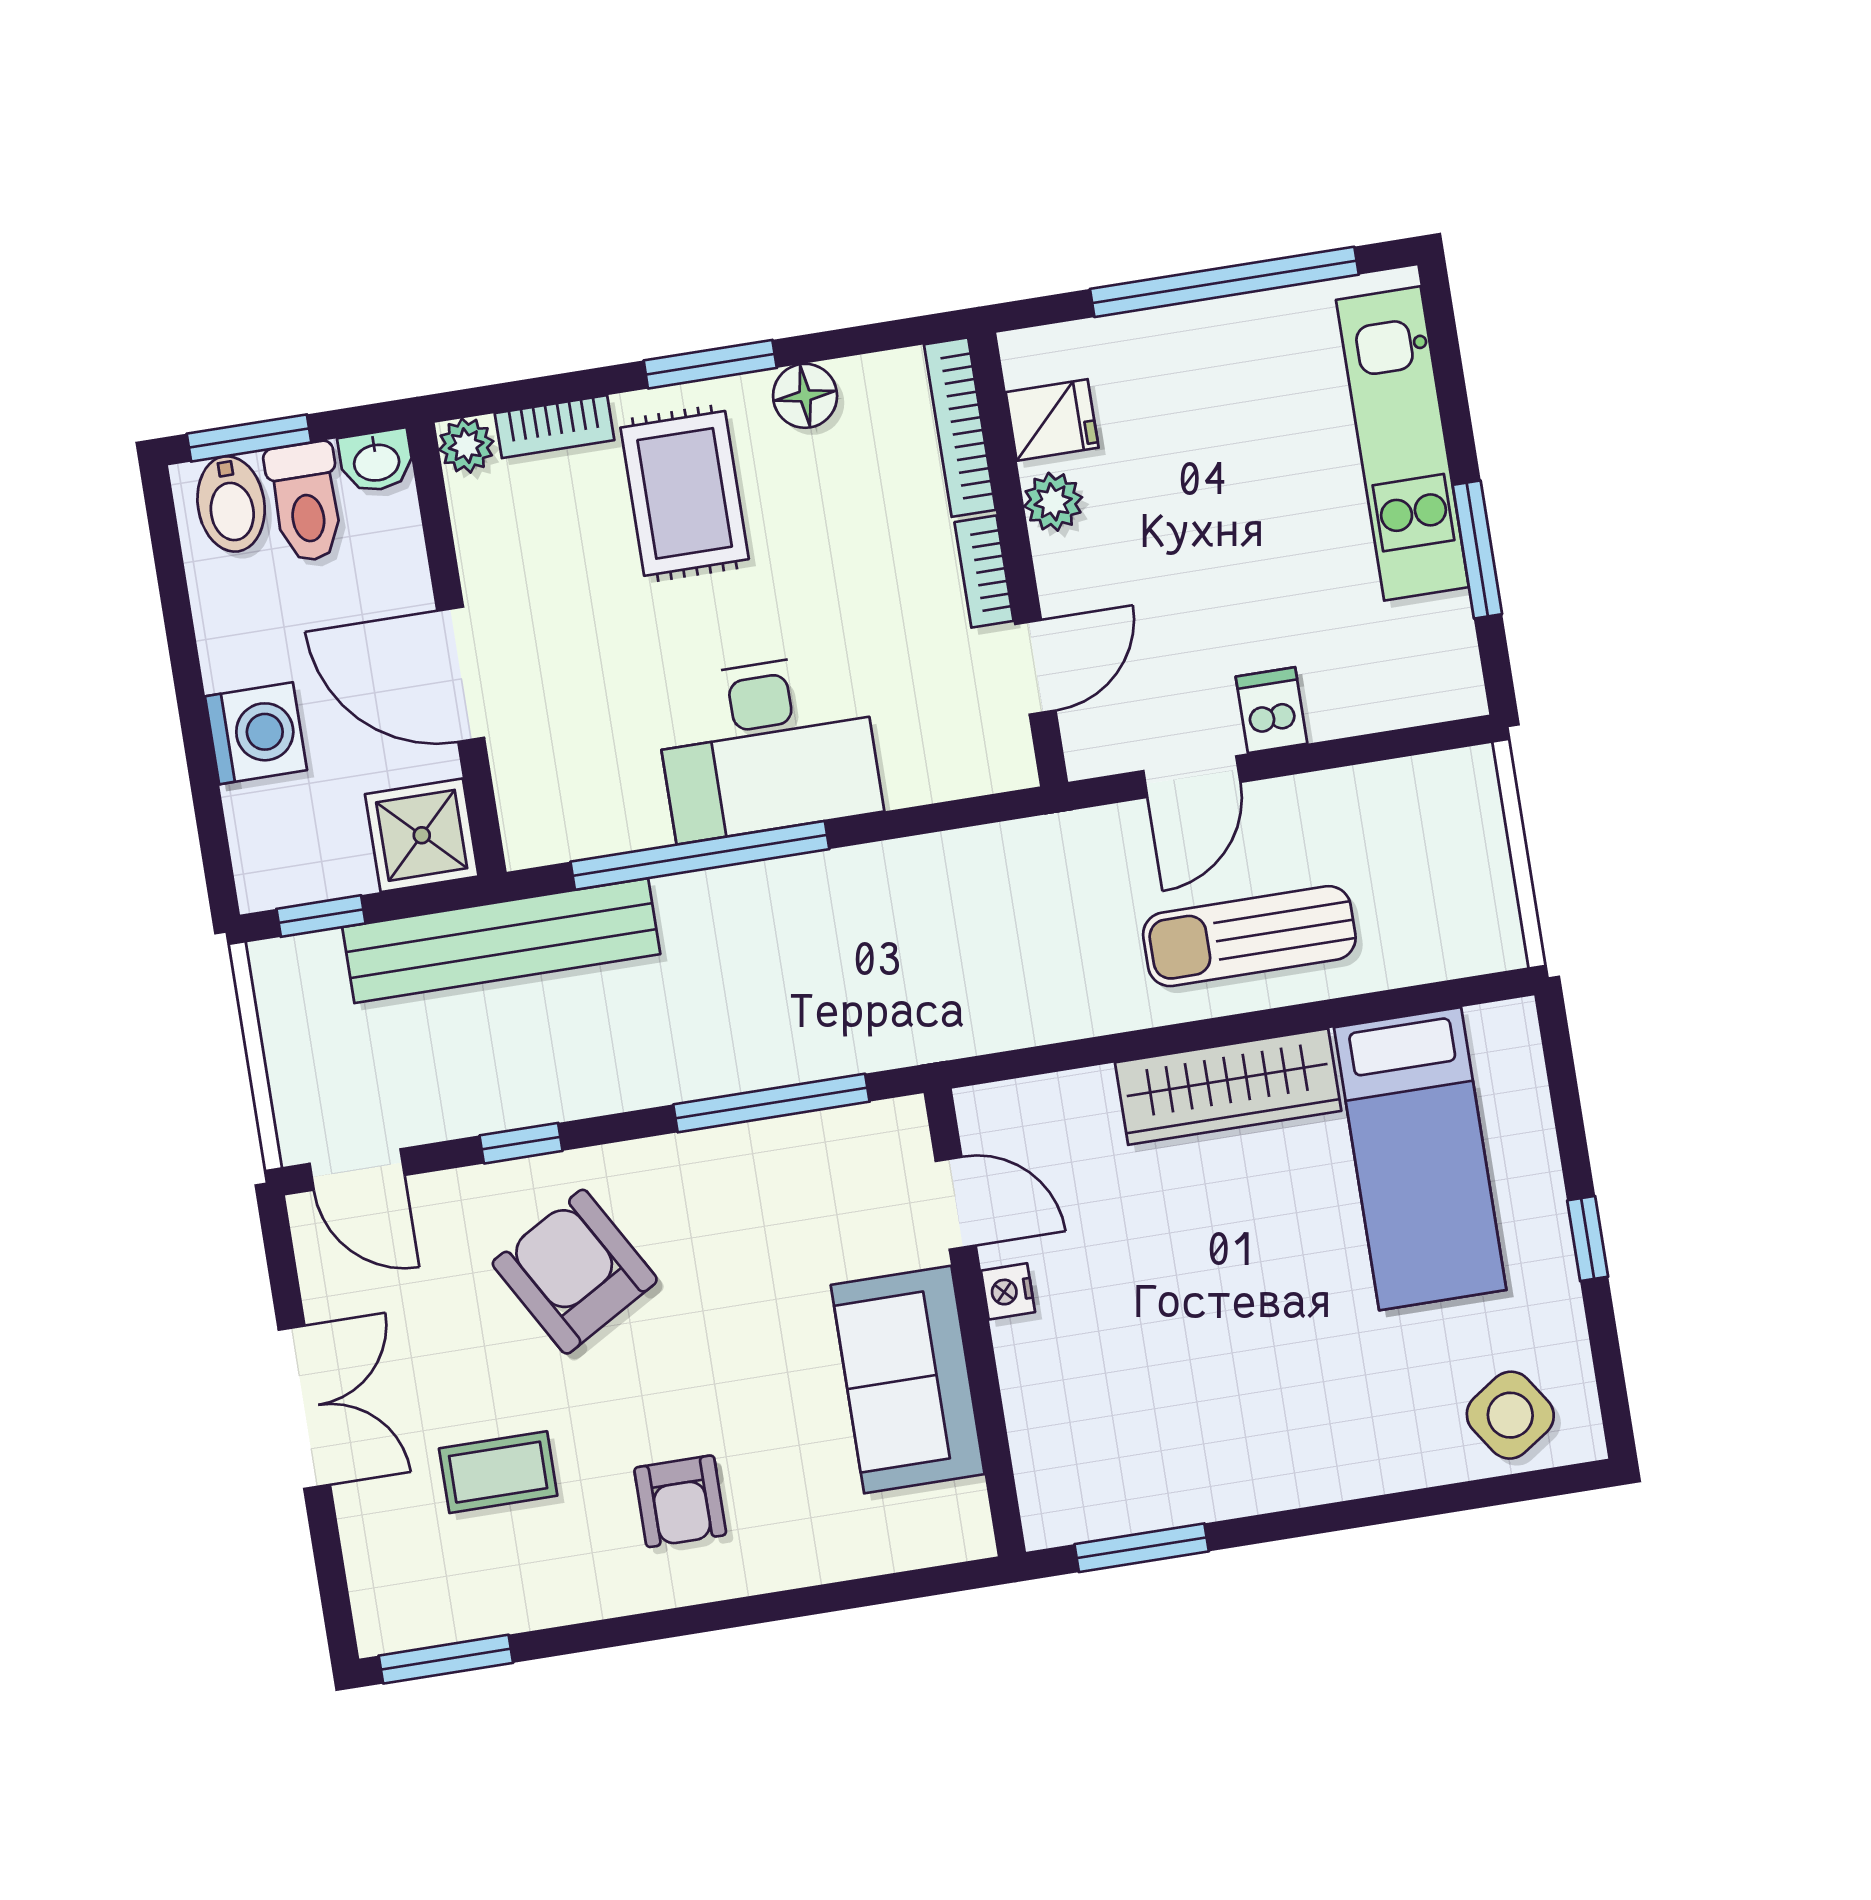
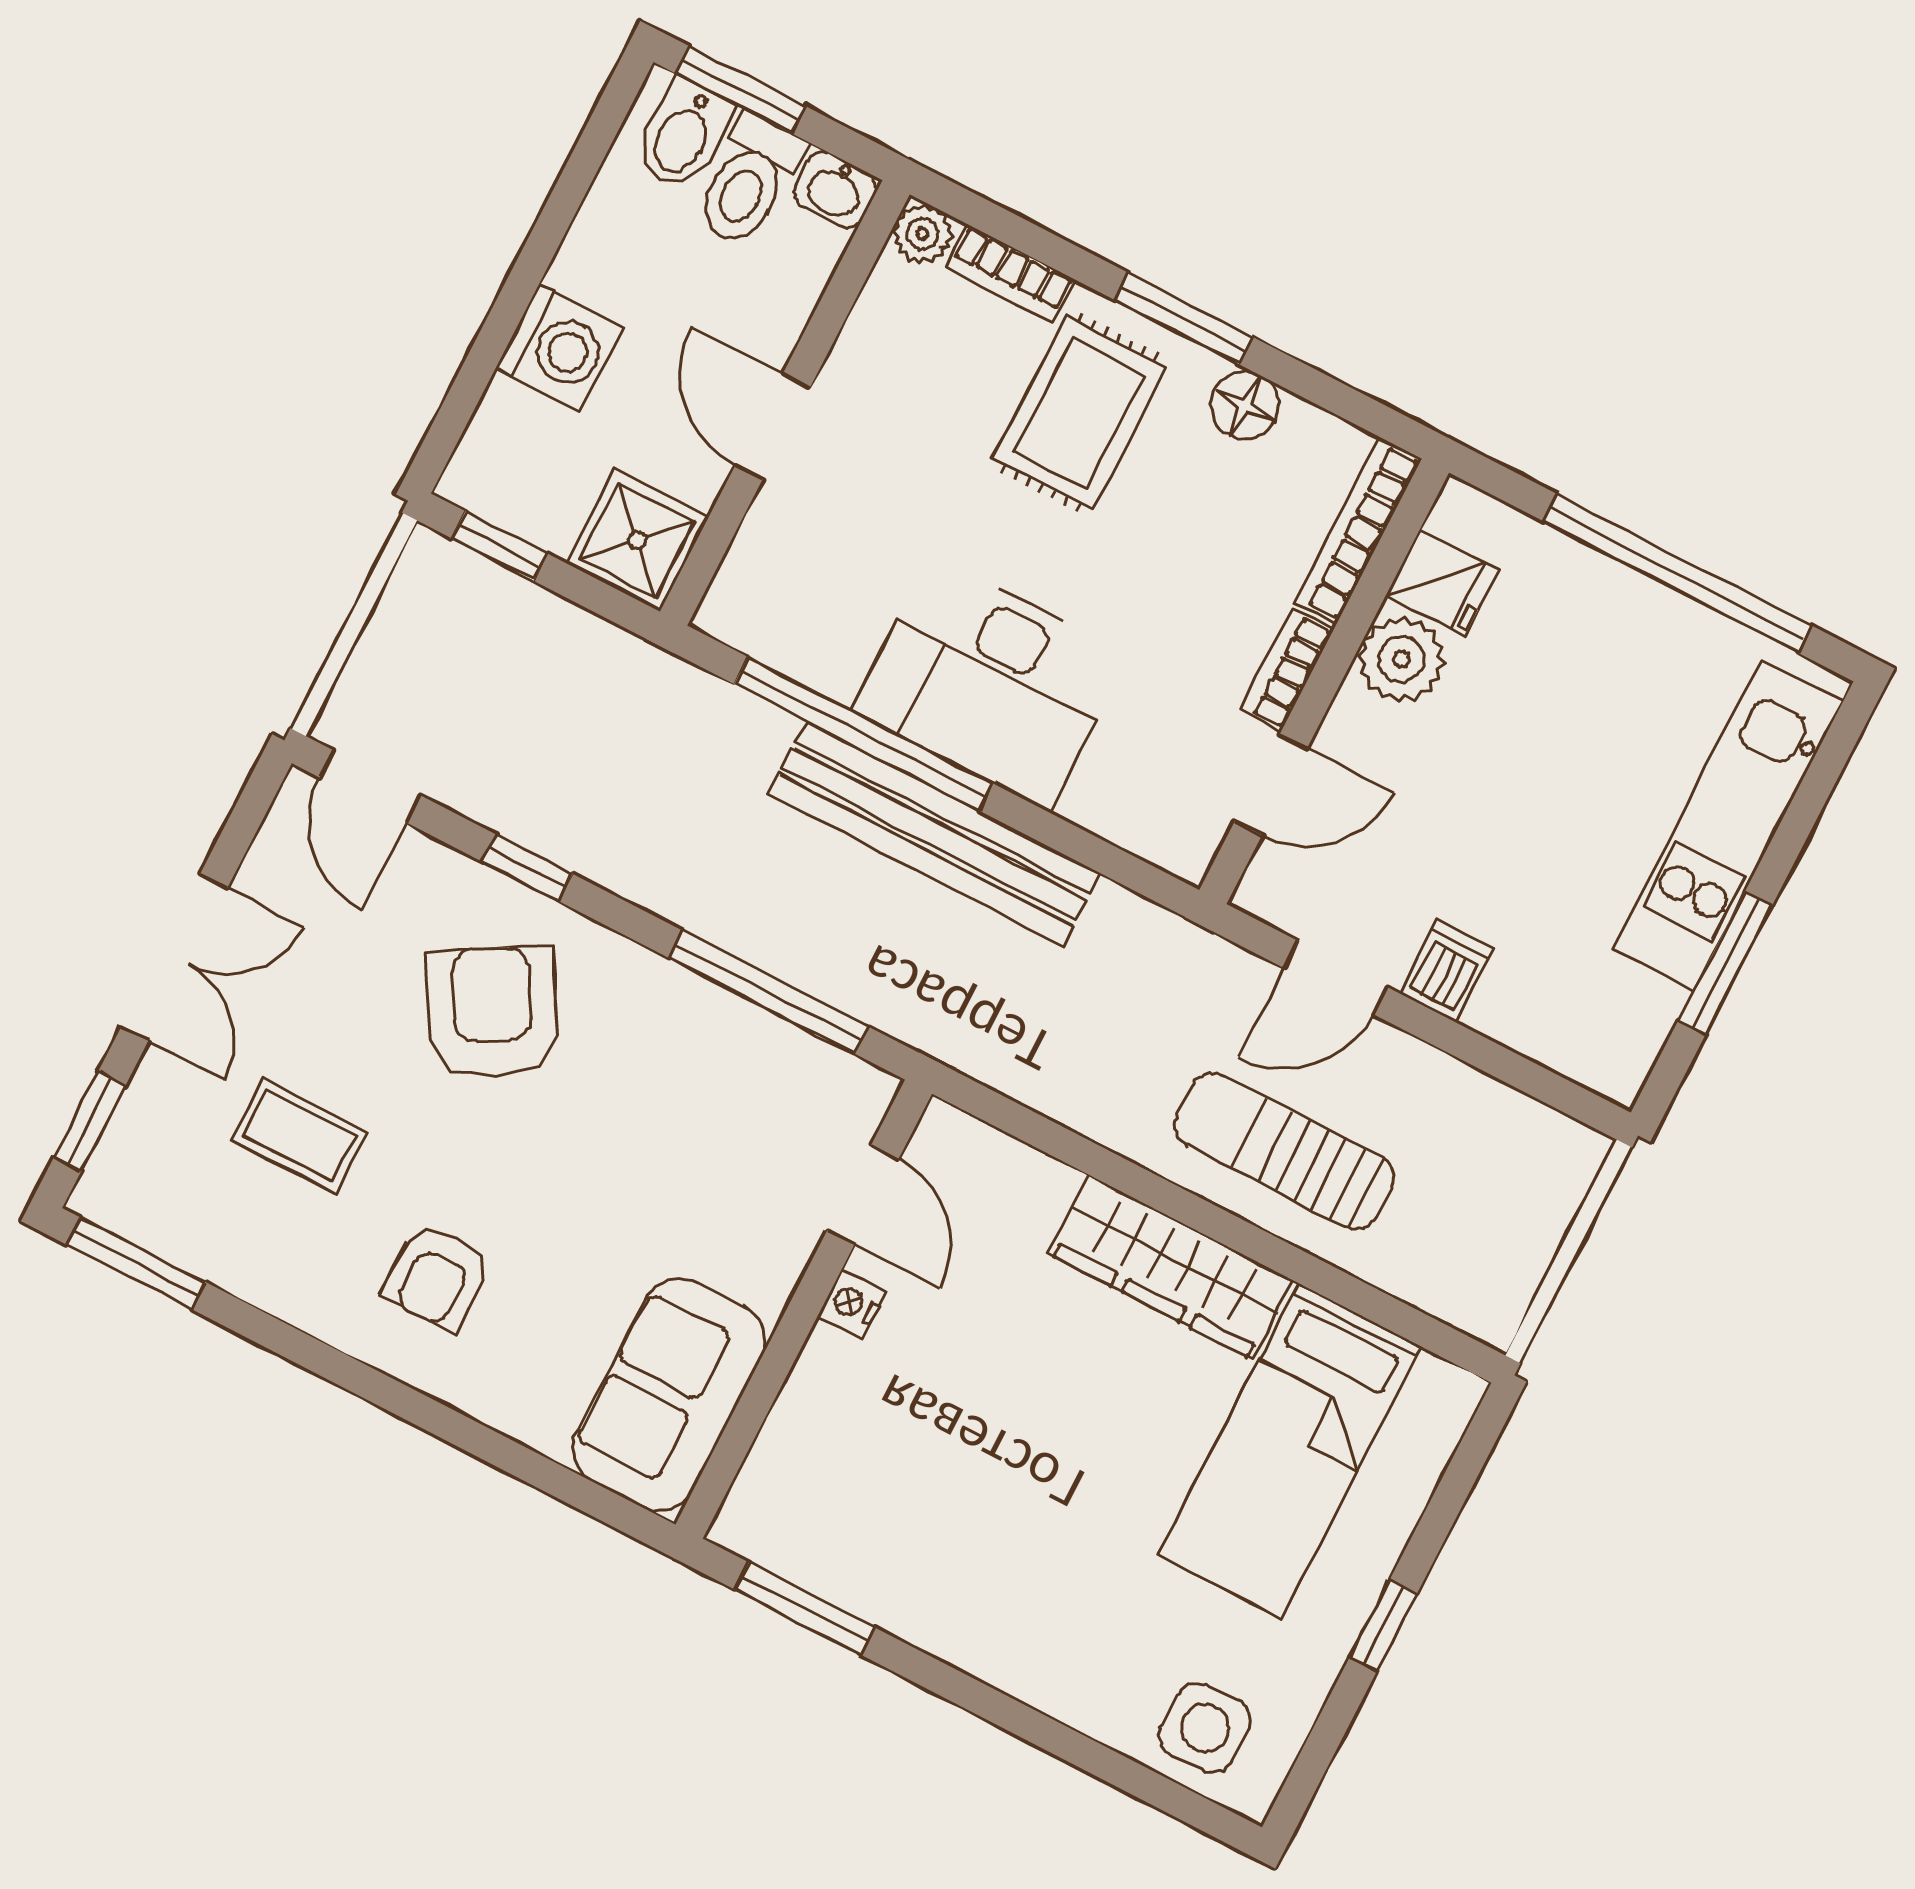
plant: (1053, 502) -> (1401, 659), width x1.38, depth x1.38
door: (461, 674) -> (773, 427), width x0.73
bench: (501, 941) -> (935, 834), moved
sofa: (908, 1380) -> (669, 1395), moved
side table: (1510, 1415) -> (1205, 1728), turned 34
window: (332, 1578) -> (89, 1122), added

